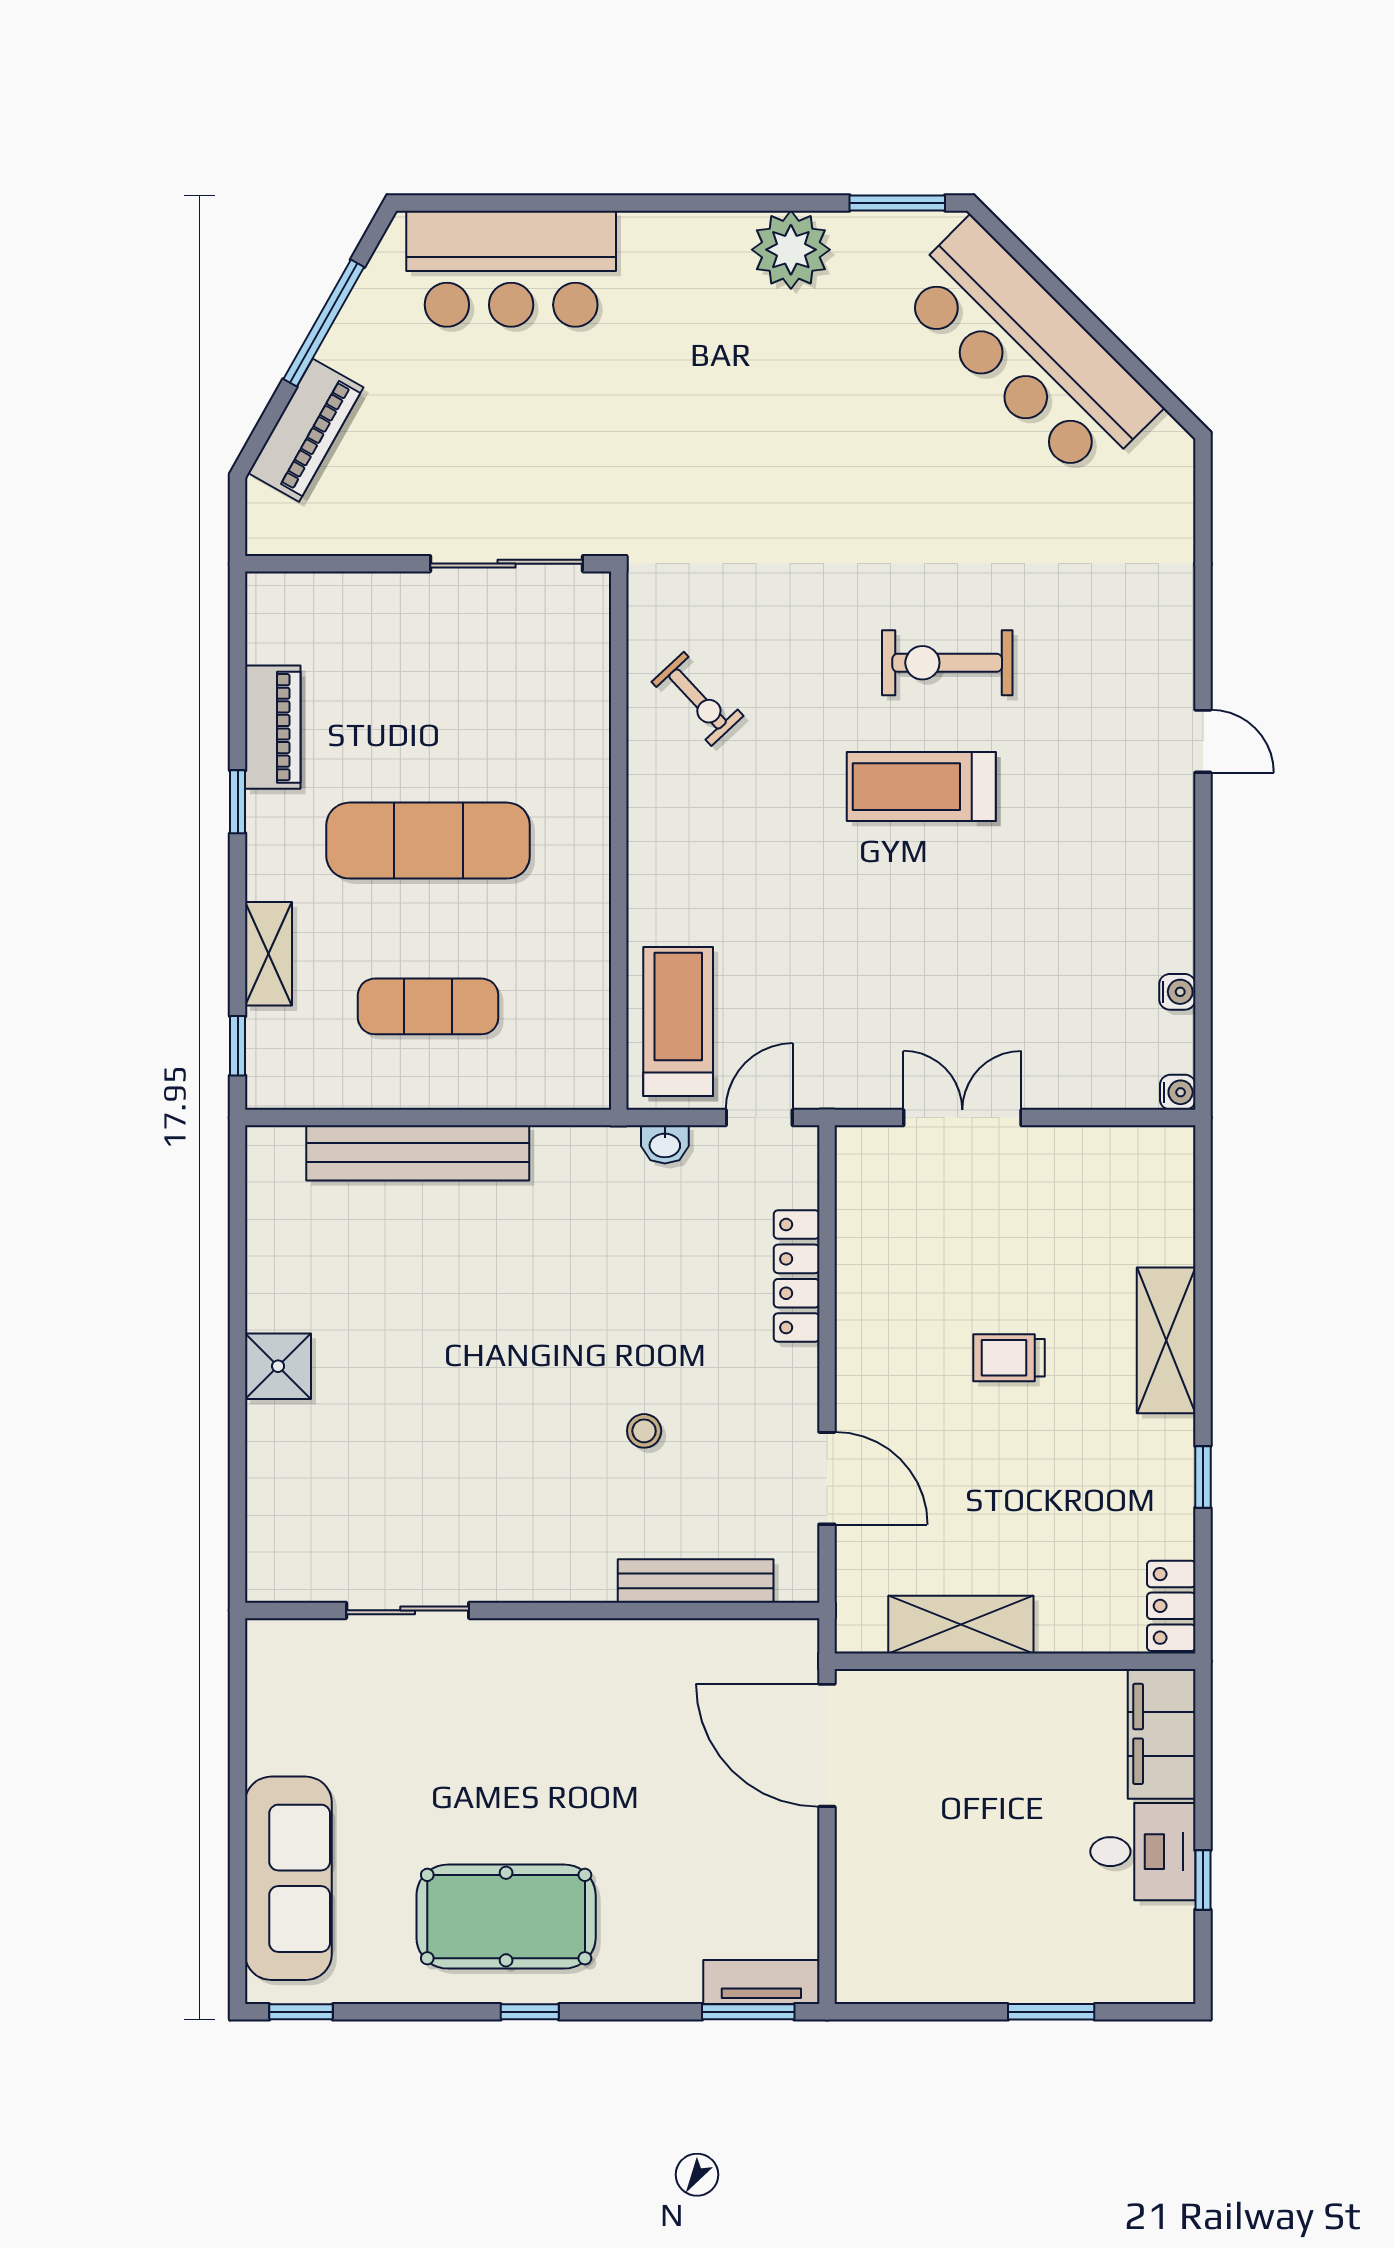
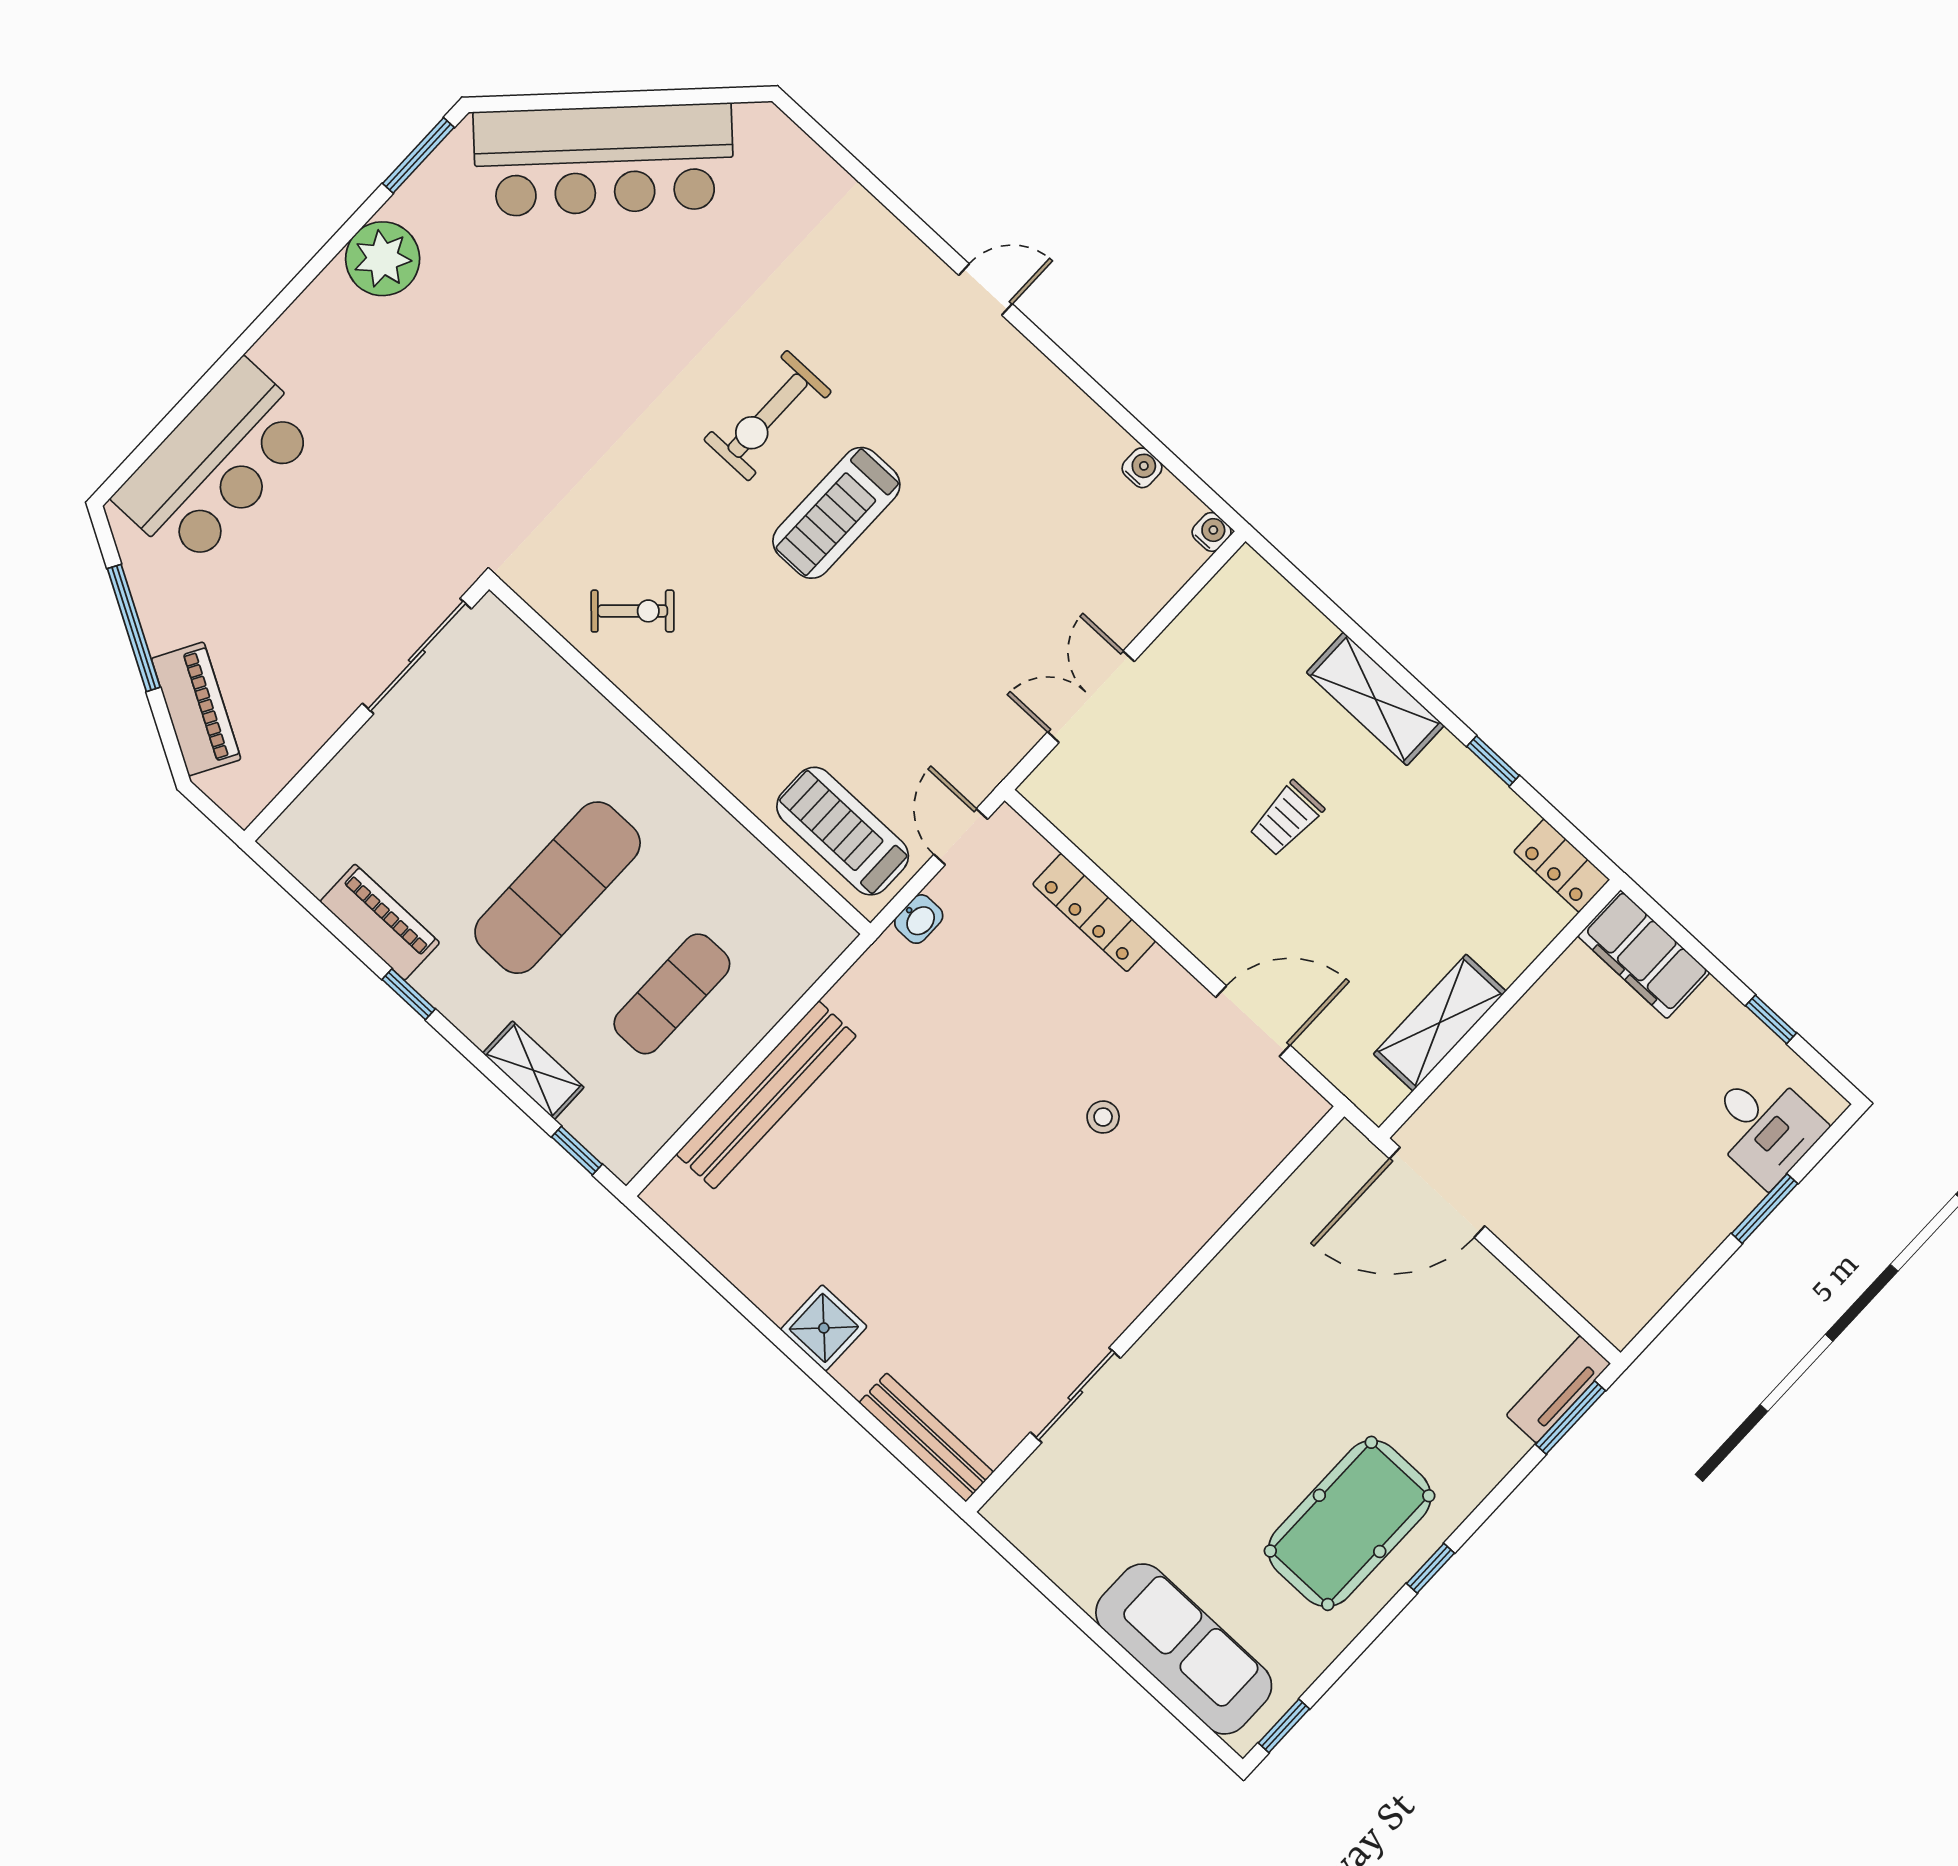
bench: (696, 1581) -> (926, 1437), moved, turned 90
desk: (1143, 1852) -> (1764, 1126), moved, turned 90

